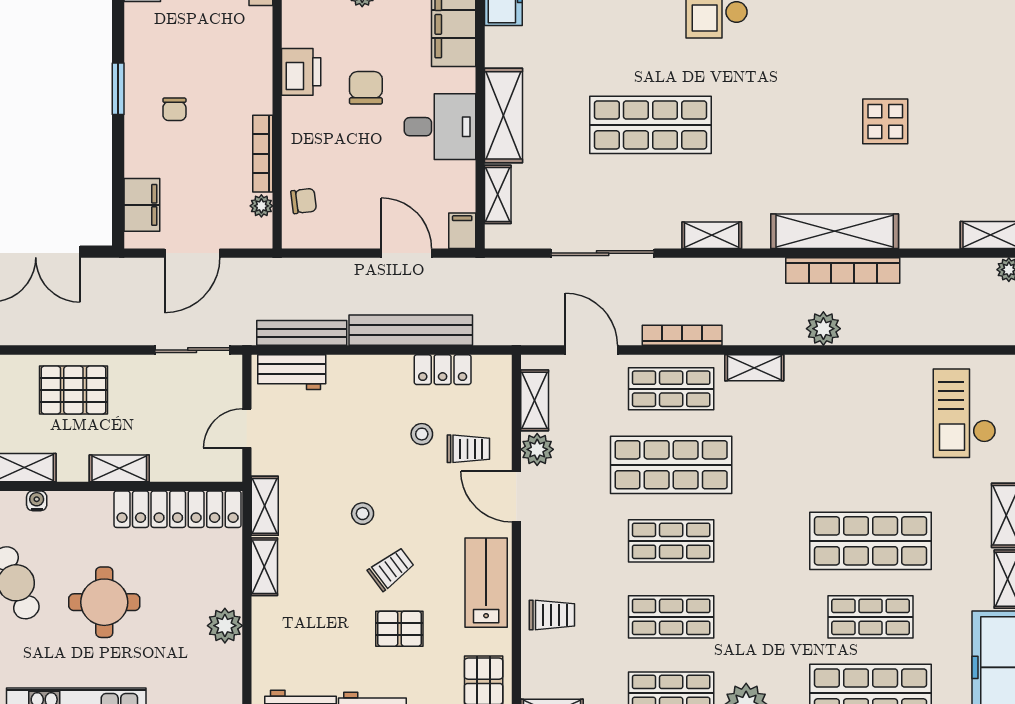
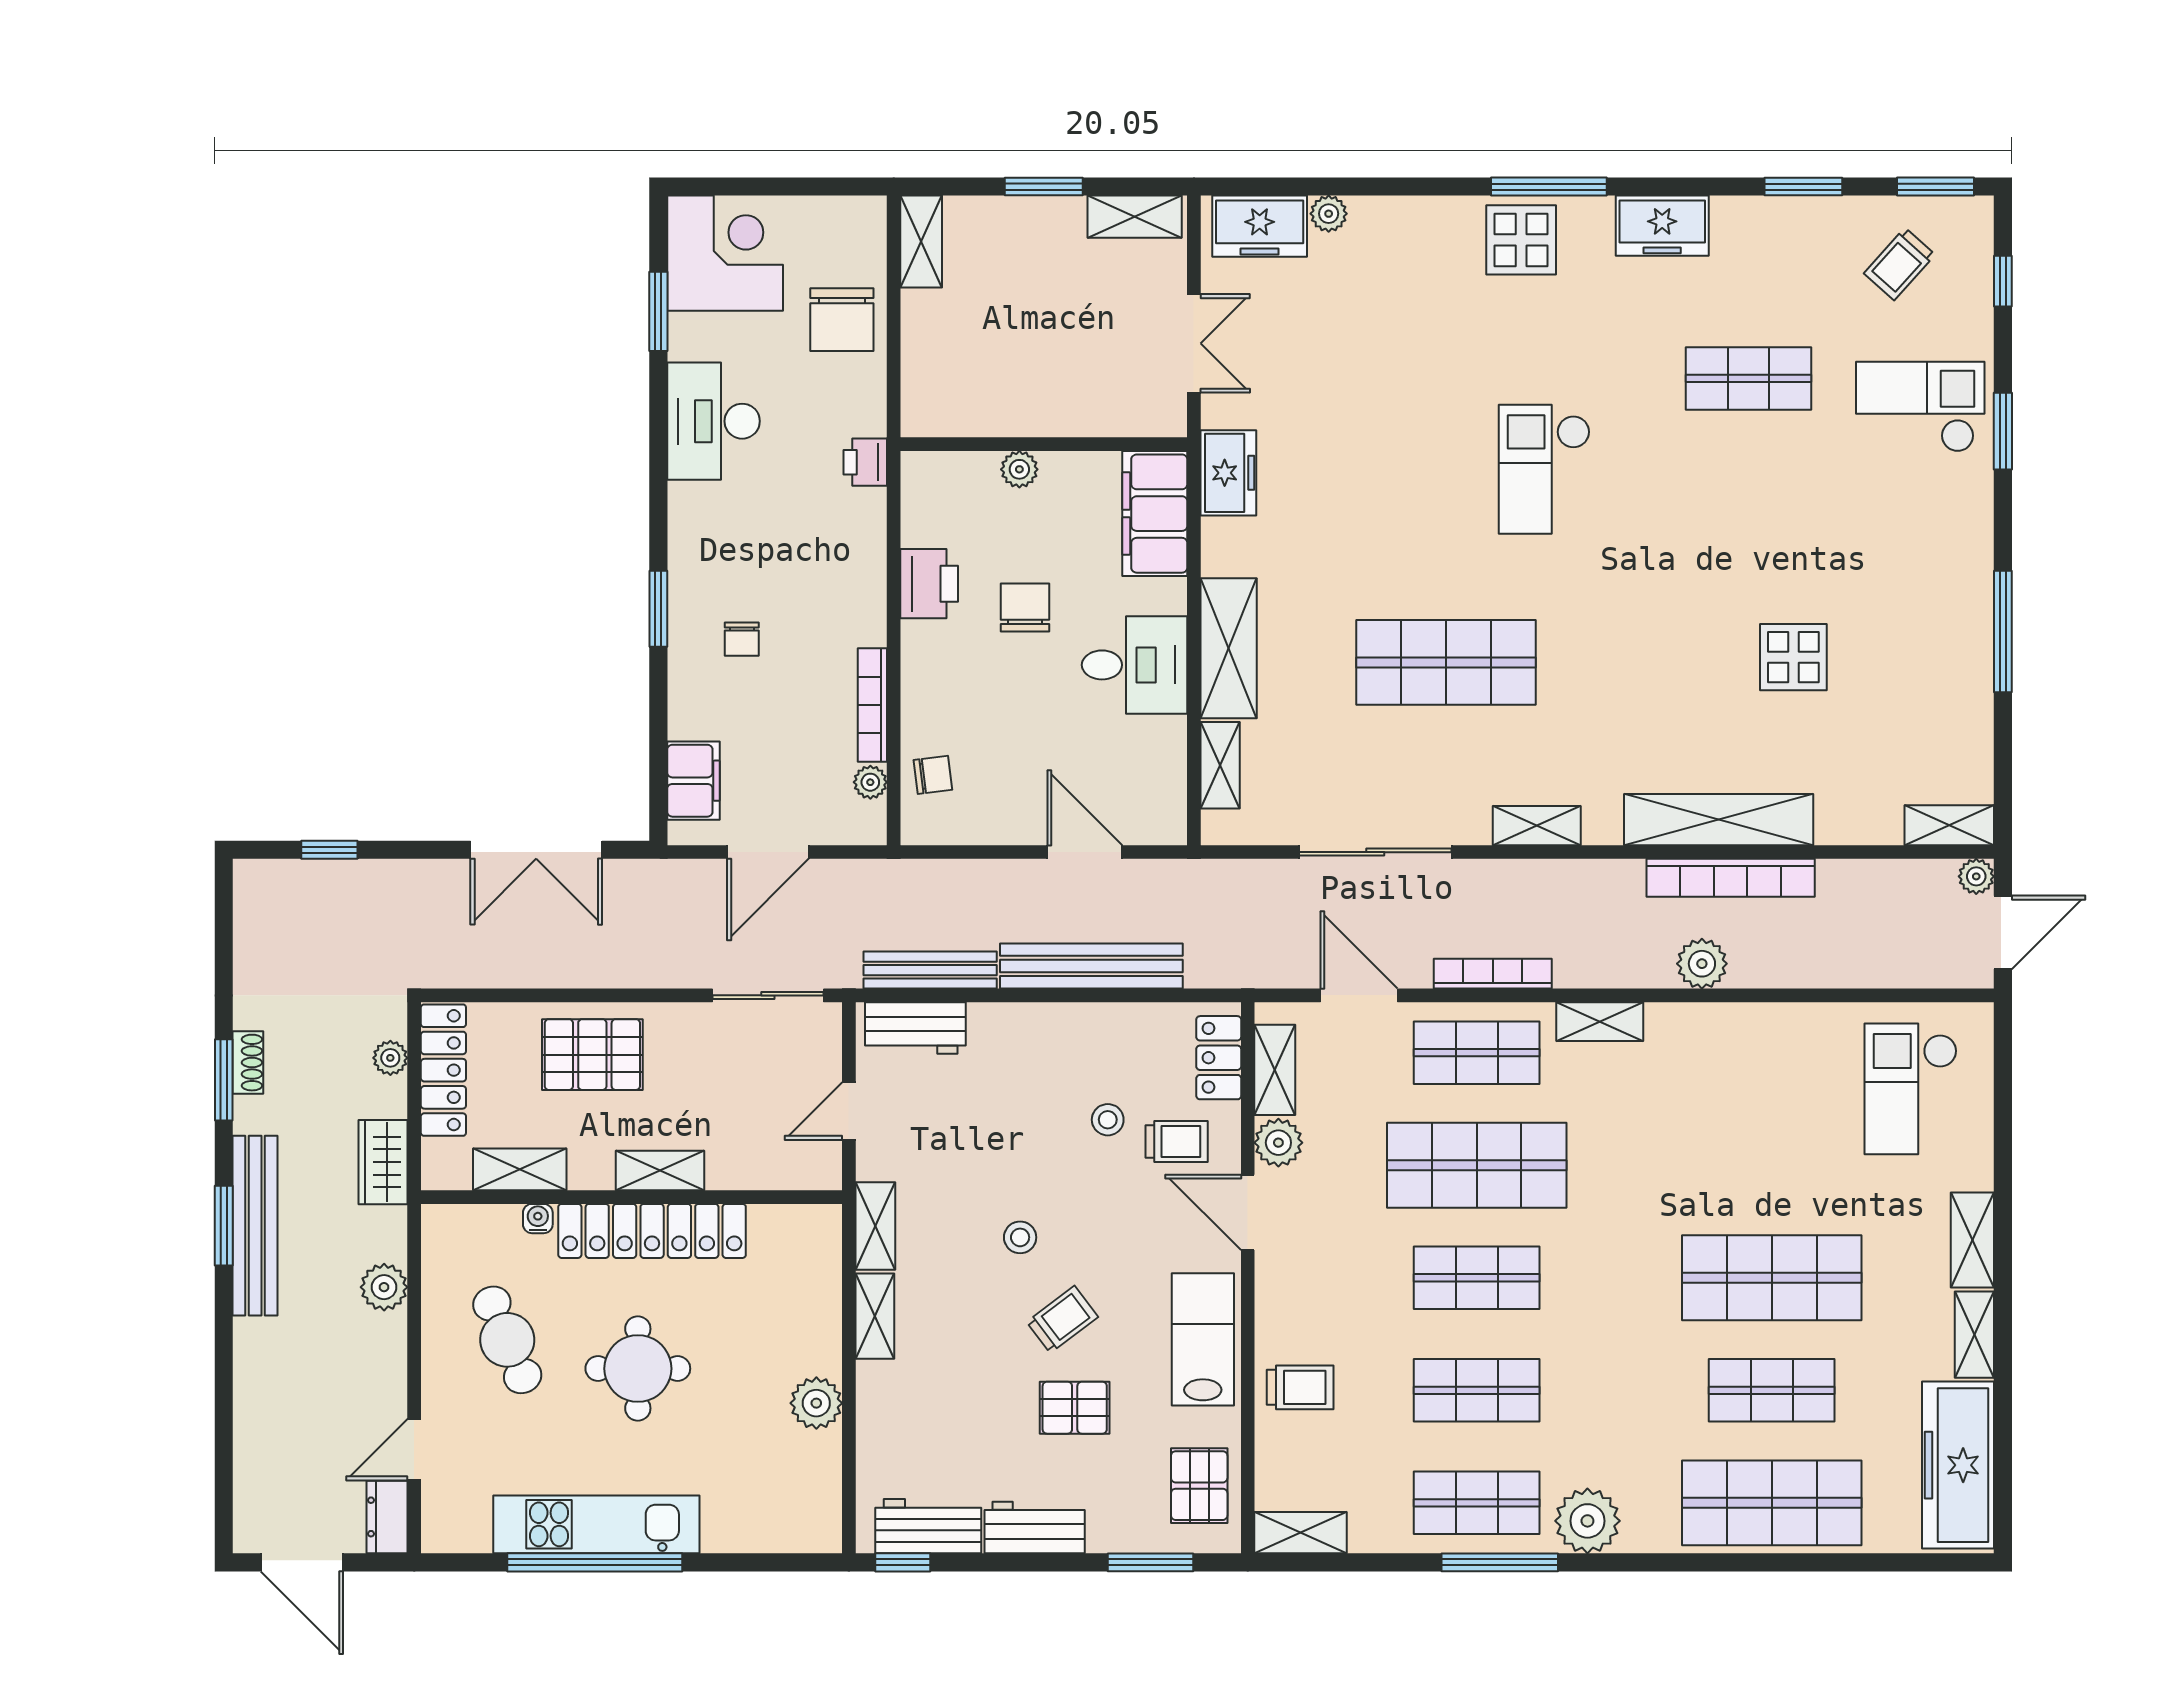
filing cabinet: (462, 231) -> (1167, 819), removed
locker: (443, 370) -> (1219, 1058), moved, turned 90
locker: (178, 509) -> (652, 1231), moved

